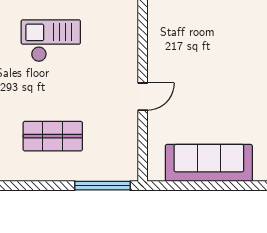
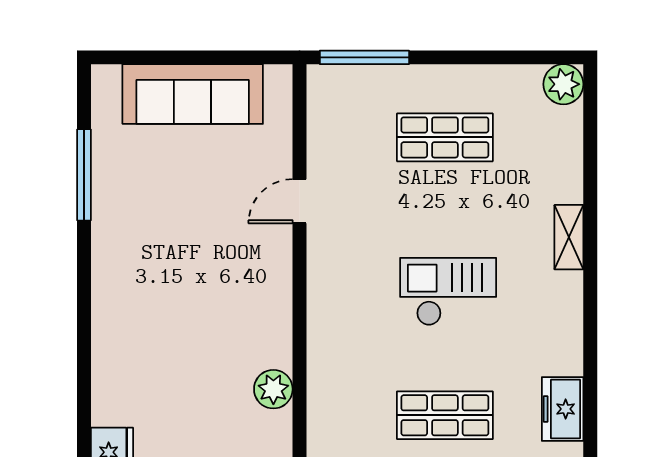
checkout: (51, 41) -> (448, 292), turned 180

